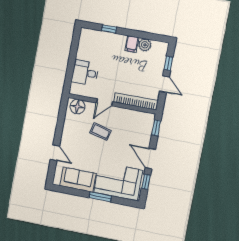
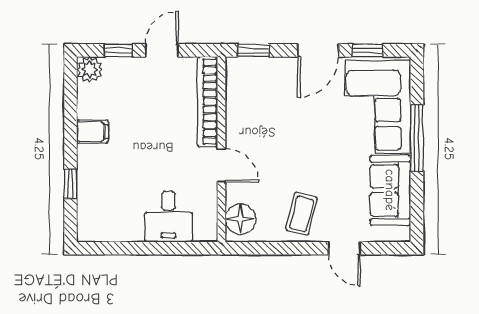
plant: (145, 45) -> (90, 69), moved
coffee table: (101, 132) -> (302, 214), moved
door: (55, 153) -> (344, 248), swing flipped
window: (100, 197) -> (417, 138), width x1.44

